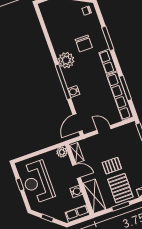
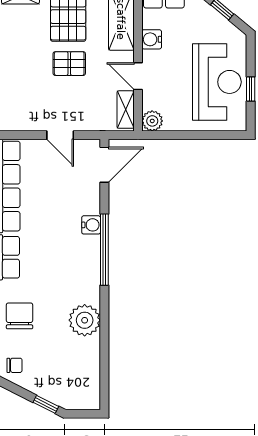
chair: (84, 43) -> (20, 316), moved
plant: (66, 60) -> (85, 320), moved

